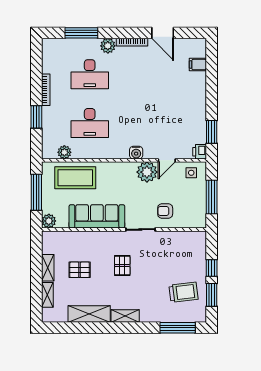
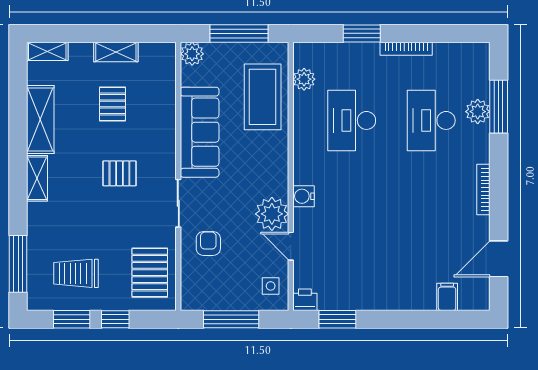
door: (163, 33) -> (499, 259), moved
plant: (108, 46) -> (478, 112), moved
pallet: (183, 247) -> (150, 273), added
trolley: (183, 292) -> (76, 273), turned 97
shelving: (47, 295) -> (47, 51), moved

